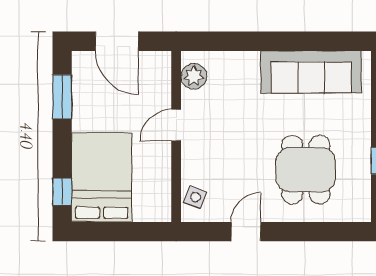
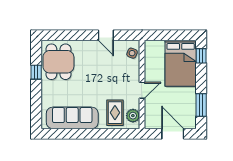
rug: (228, 82) -> (115, 113), added
dining table: (306, 170) -> (58, 62), moved
door: (246, 232) -> (106, 35), hinge flipped

